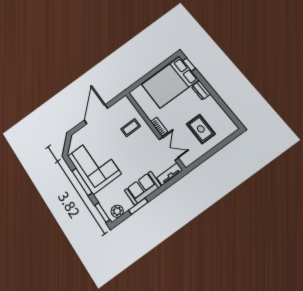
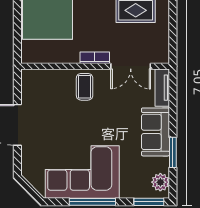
coffee table: (131, 128) -> (85, 87), moved
double door: (169, 149) -> (131, 66), swing flipped

